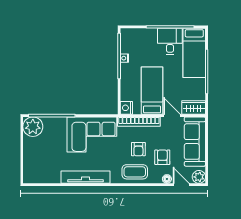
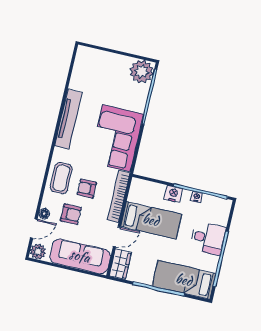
desk: (170, 41) -> (208, 238), moved
nightstand: (126, 108) -> (173, 194), moved

